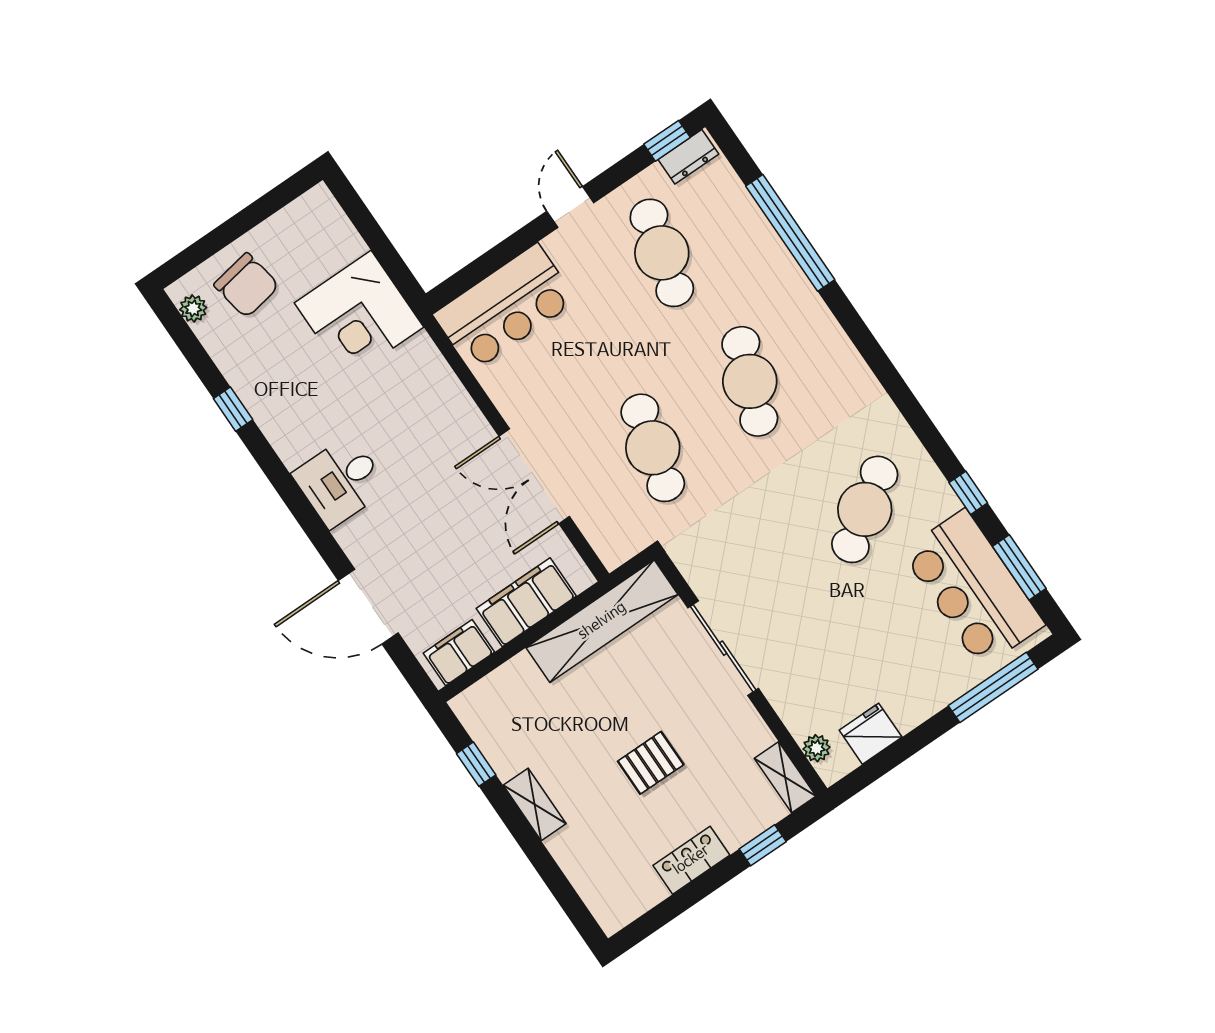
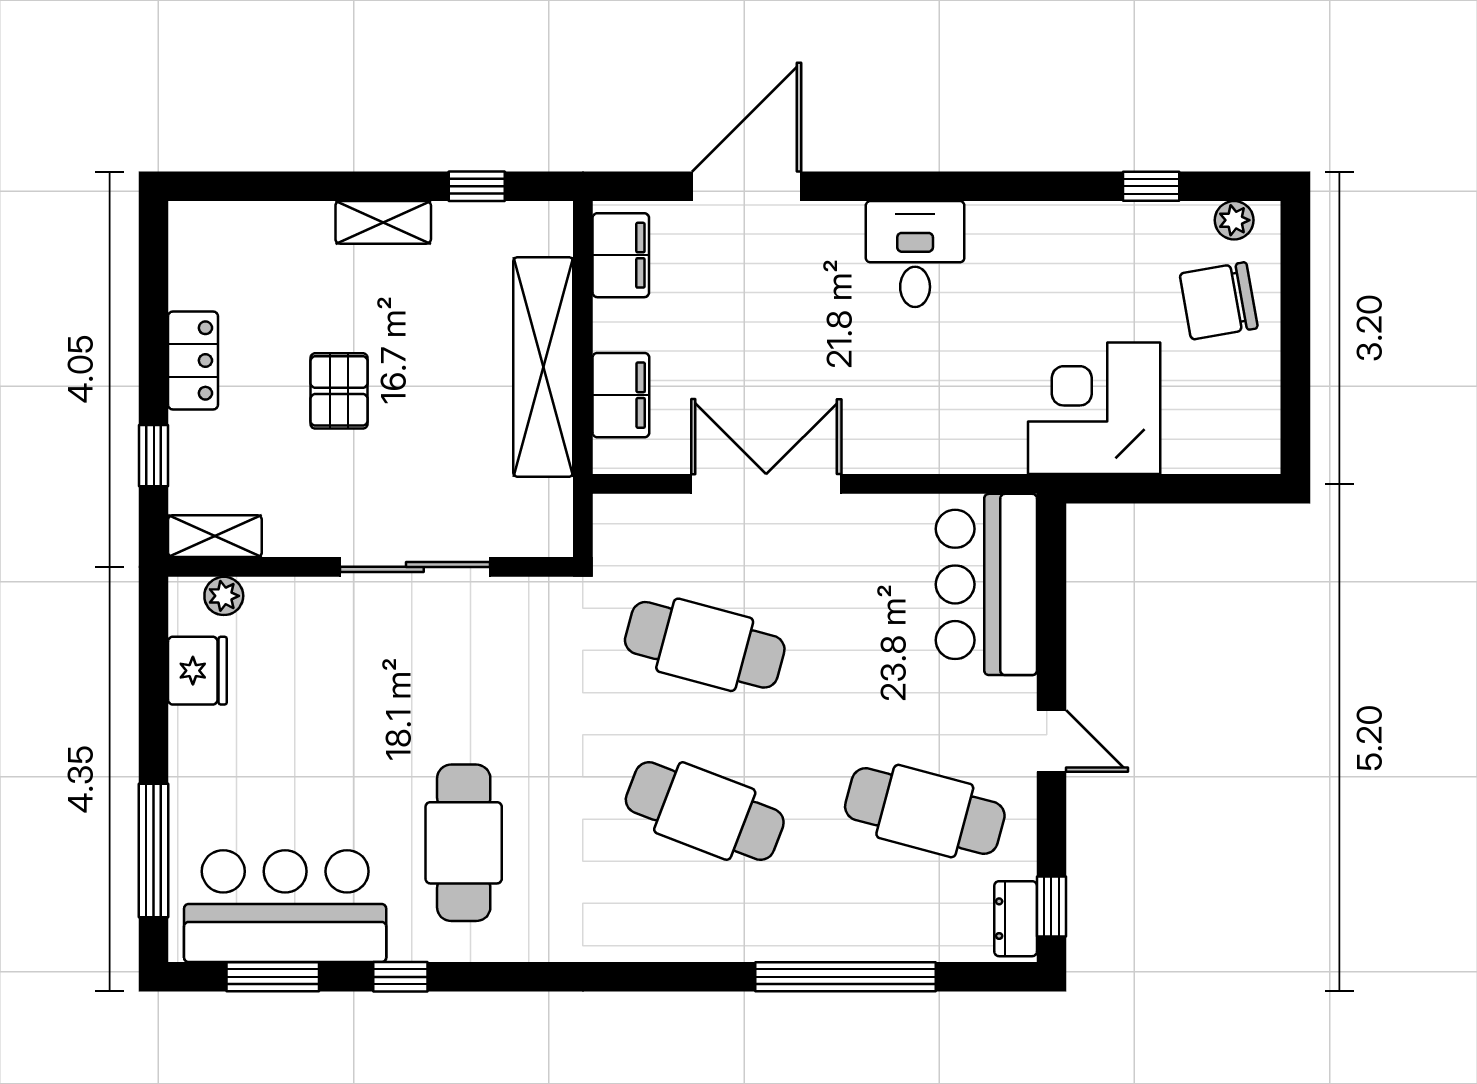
window: (233, 409) -> (1151, 186), moved
cafe table: (865, 509) -> (464, 843), turned 34
filing cabinet: (526, 602) -> (621, 395), width x0.67, depth x0.86
shelving: (602, 621) -> (543, 367), moved

